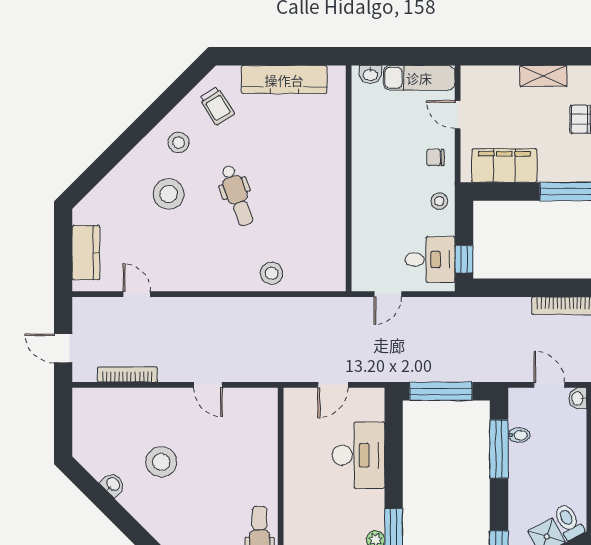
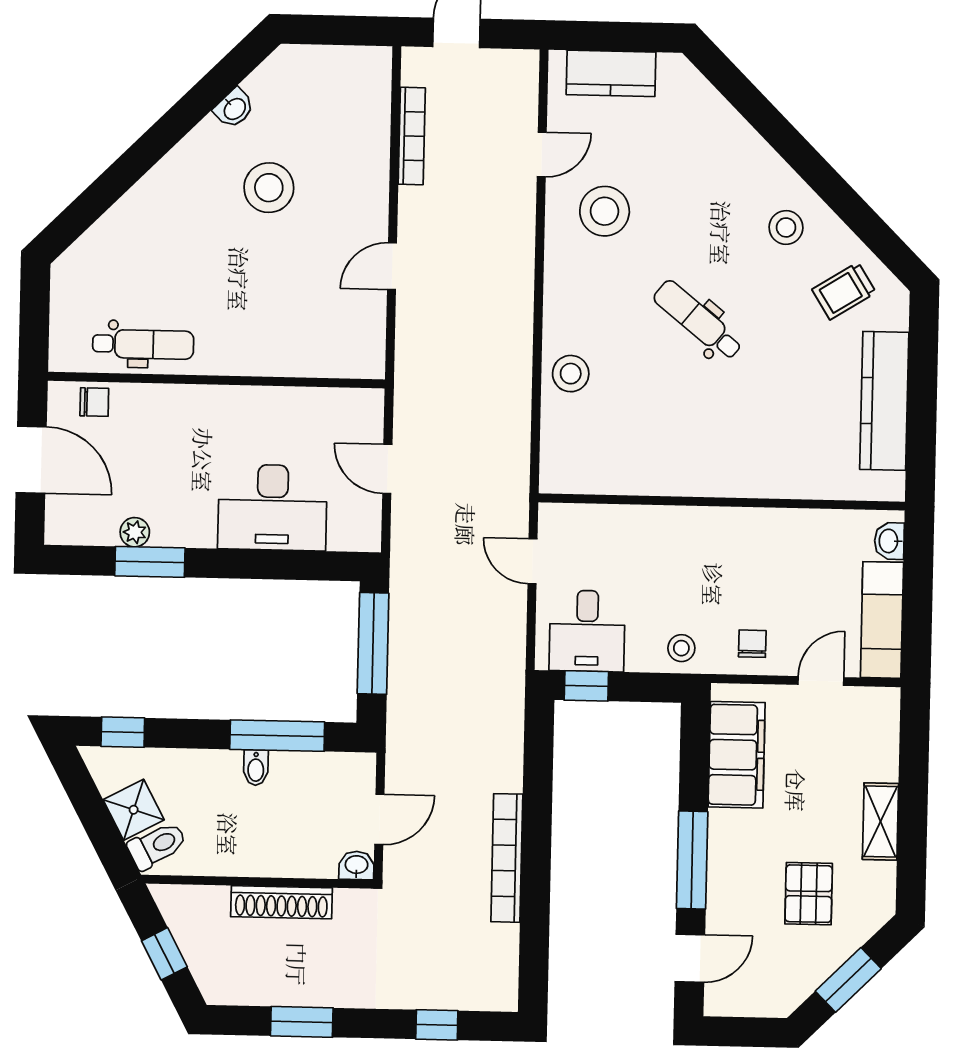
stool: (169, 194) -> (605, 211), moved
dental chair: (237, 196) -> (698, 320), turned 58
bidet: (519, 435) -> (256, 768), moved

